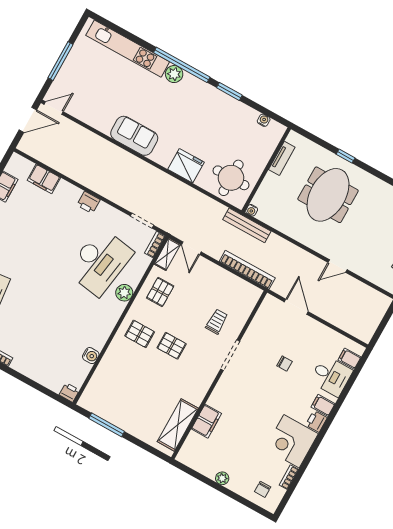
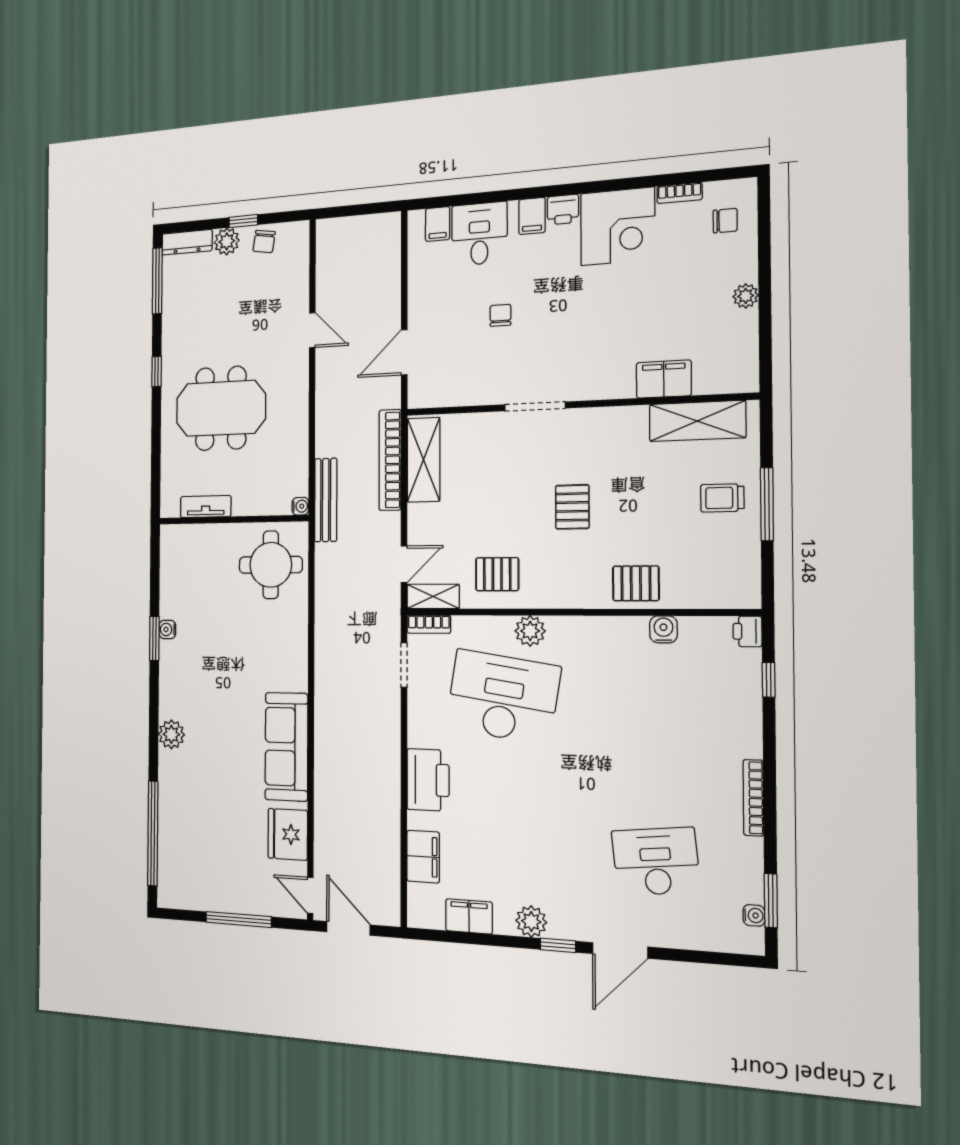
kitchen unit: (128, 49) -> (171, 824), removed
window: (182, 65) -> (153, 833), moved
water cooler: (264, 120) -> (167, 629), moved
sofa: (134, 136) -> (286, 747), width x1.36
window: (346, 156) -> (157, 371), moved
fridge: (186, 166) -> (288, 834), moved
printer: (88, 202) -> (428, 780), width x1.87, depth x1.48
shelving: (237, 287) -> (423, 460), added
trolley: (217, 322) -> (722, 498), moved
pallet: (140, 334) -> (636, 583), moved, turned 90
window: (43, 389) -> (769, 680), added
window: (107, 425) -> (767, 504), moved

